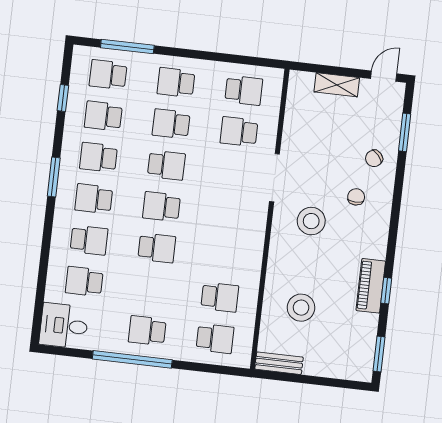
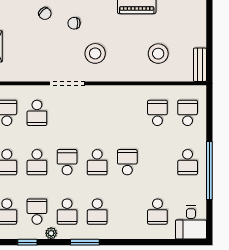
school desk: (103, 116) -> (37, 212), turned 180
plant: (71, 132) -> (51, 233), added
school desk: (89, 240) -> (127, 212), removed

